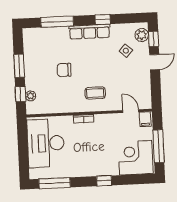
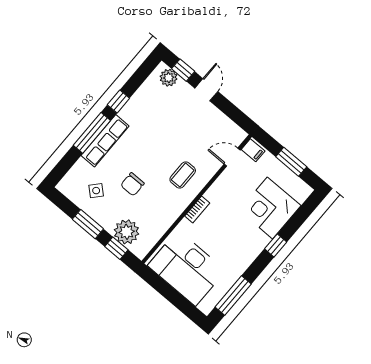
window: (57, 22) -> (92, 133), moved
row of seats: (90, 32) -> (105, 141), moved
side table: (126, 51) -> (96, 191), moved
plant: (31, 96) -> (127, 232), width x1.88, depth x1.88
window: (159, 146) -> (291, 162), width x0.69
corner desk: (136, 158) -> (270, 208), moved

